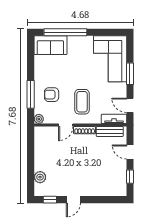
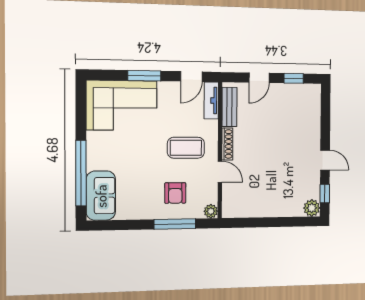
plant: (40, 177) -> (312, 208), moved

